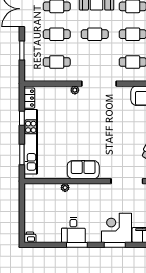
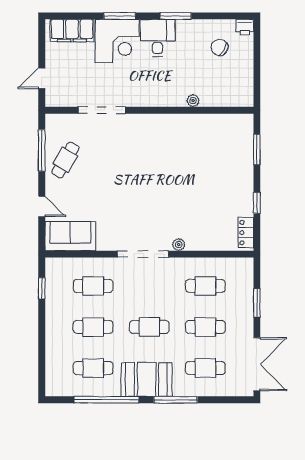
kitchen unit: (31, 142) -> (244, 168), removed
sofa: (83, 170) -> (166, 127), removed
chair: (47, 224) -> (220, 47), added
desk: (73, 230) -> (158, 38), moved

